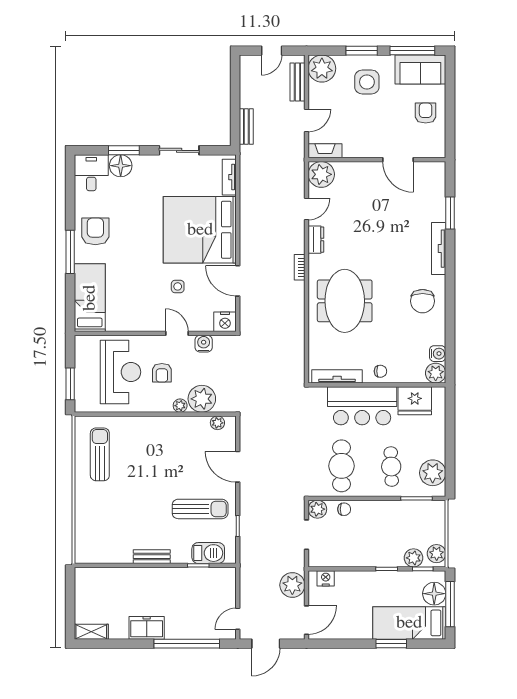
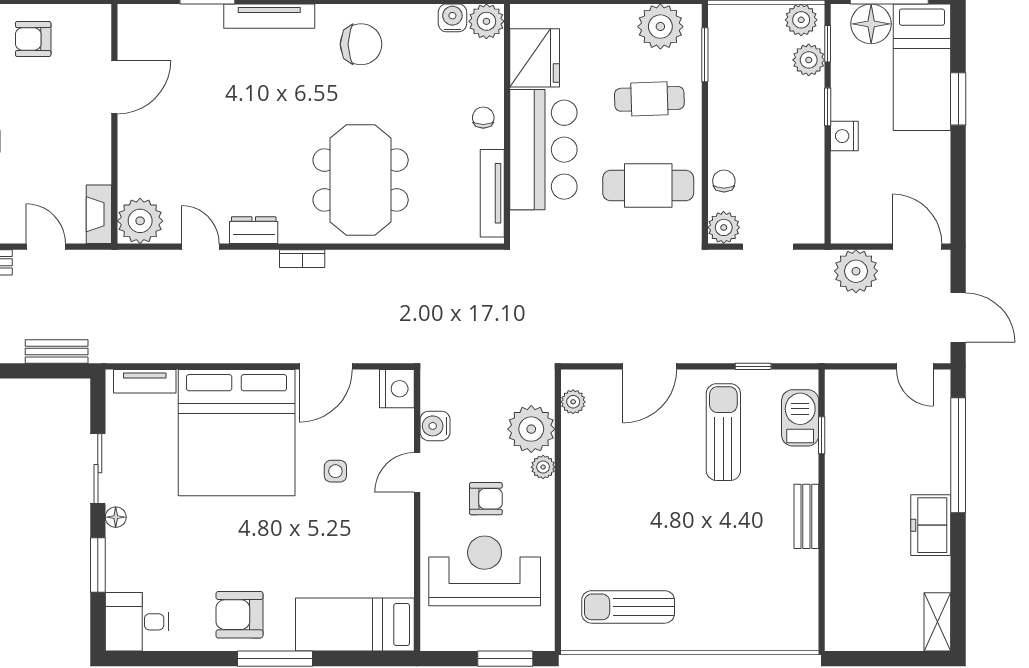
floor lamp: (121, 166) -> (116, 517), moved, width x0.53, depth x0.53
meeting table: (345, 301) -> (361, 180), turned 90
nightstand: (326, 578) -> (844, 136), moved

